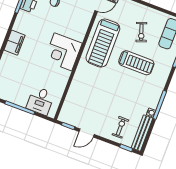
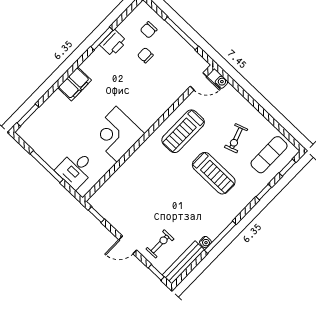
treadmill: (103, 43) -> (183, 131), width x0.73, depth x0.73
corner desk: (63, 52) -> (117, 134), moved
door: (87, 133) -> (128, 245), moved

